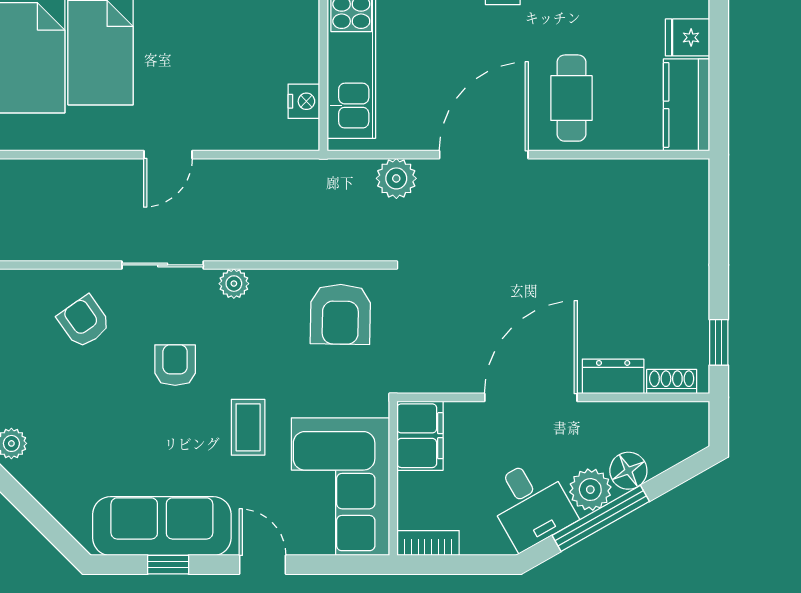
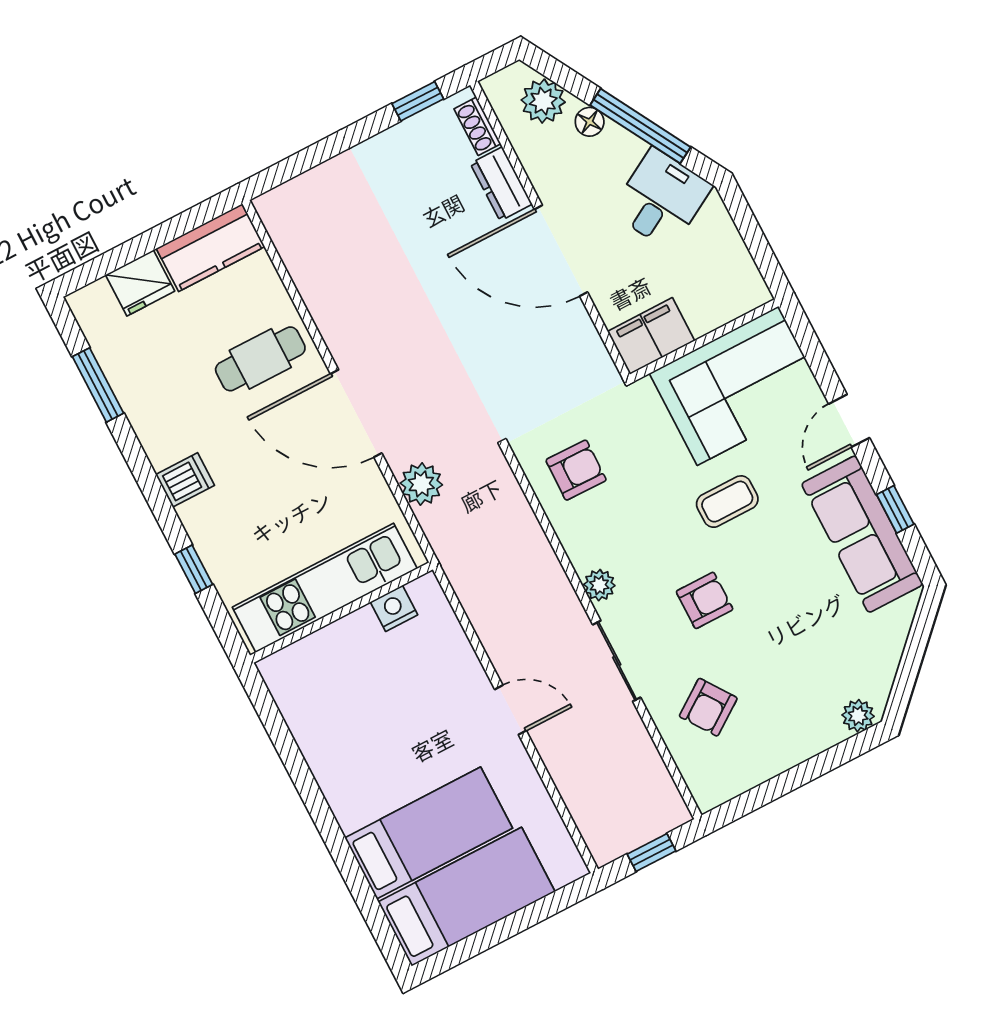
fridge: (687, 37) -> (140, 283), width x1.38
armchair: (340, 314) -> (576, 470), width x0.72, depth x0.72
armchair: (175, 365) -> (705, 600), turned 180
floor lamp: (628, 471) -> (590, 122), width x0.73, depth x0.73
plant: (590, 490) -> (543, 101), moved
bookcase: (428, 543) -> (748, 276), removed

